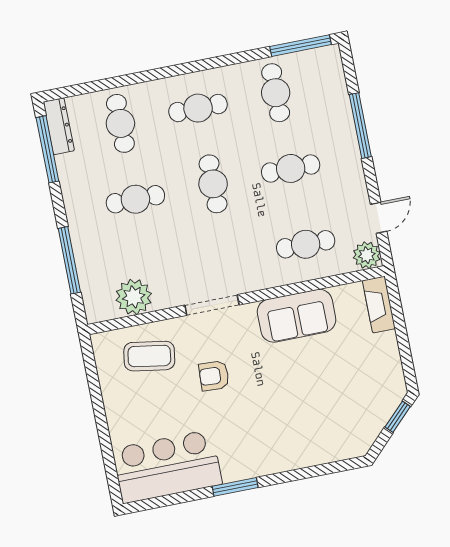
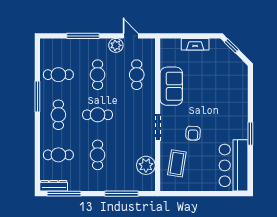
window: (301, 46) -> (37, 96), moved
plant: (367, 255) -> (116, 45), moved
fireplace: (379, 305) -> (195, 44), moved

